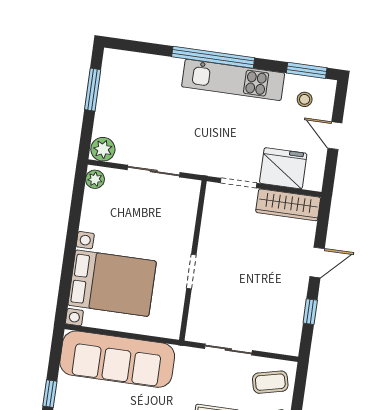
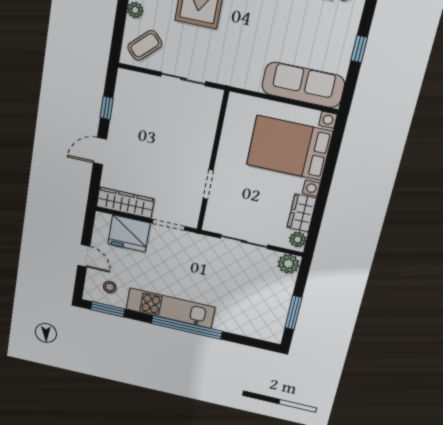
wardrobe: (93, 211) -> (302, 213), added
doorway: (191, 271) -> (208, 185), moved
sofa: (117, 359) -> (303, 85), width x0.74, depth x0.79
coffee table: (270, 382) -> (145, 45), turned -31

